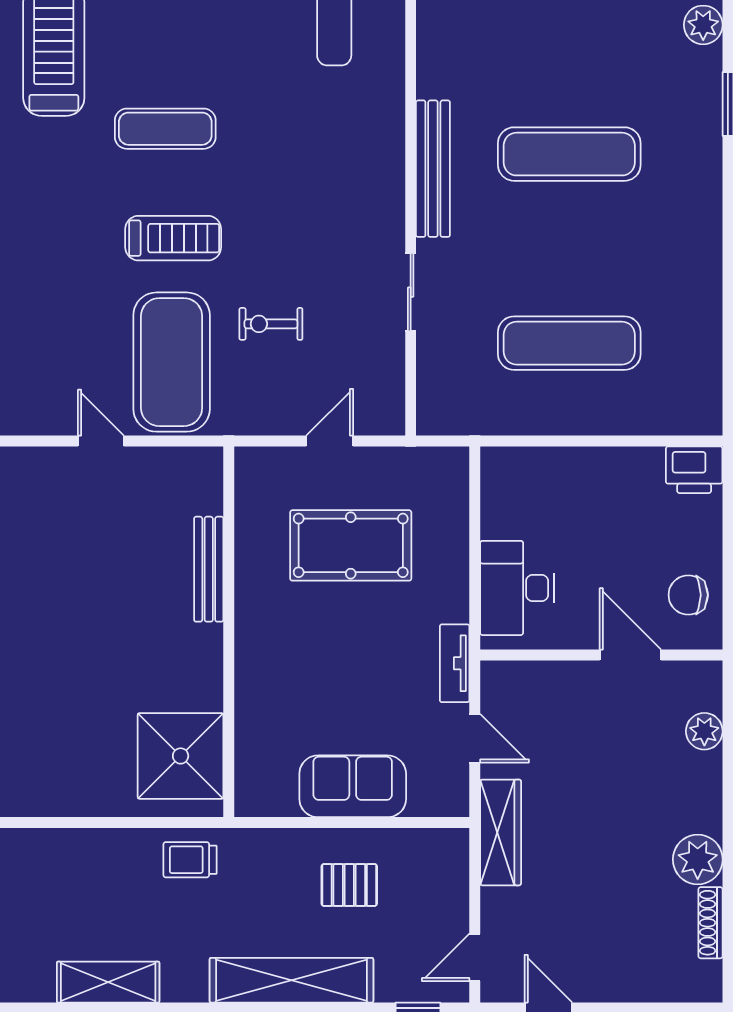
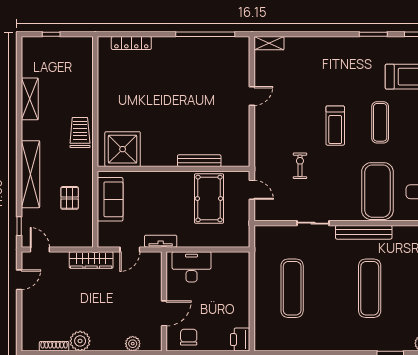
exercise mat: (172, 362) -> (377, 191), moved, turned 90
bench: (209, 569) -> (199, 161), moved
wall: (229, 632) -> (174, 169), moved
shower: (181, 756) -> (123, 149), moved
trolley: (190, 860) -> (80, 133), width x1.36, depth x1.39

